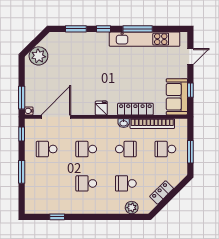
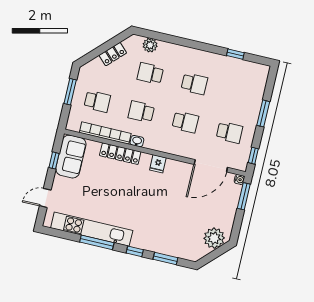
school desk: (126, 183) -> (150, 73), turned 180

